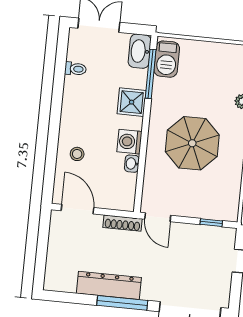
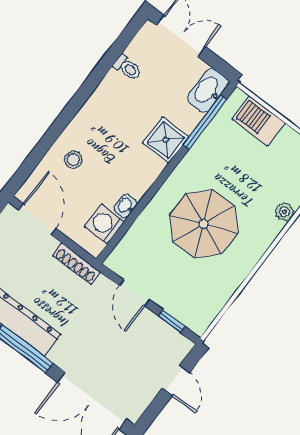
barbecue: (167, 59) -> (259, 121), moved, turned 90
washing machine: (129, 142) -> (105, 224), moved
door: (158, 217) -> (134, 293), moved

